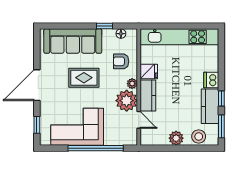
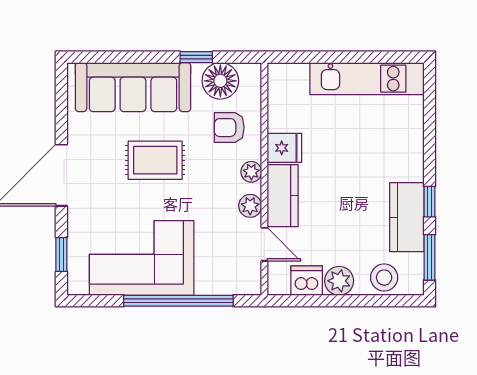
floor lamp: (121, 34) -> (220, 81), width x1.89, depth x1.89
kitchen unit: (180, 37) -> (367, 79), width x0.73
dishwasher: (211, 80) -> (307, 281), moved, turned 90
plant: (127, 101) -> (250, 206), width x0.53, depth x0.53

